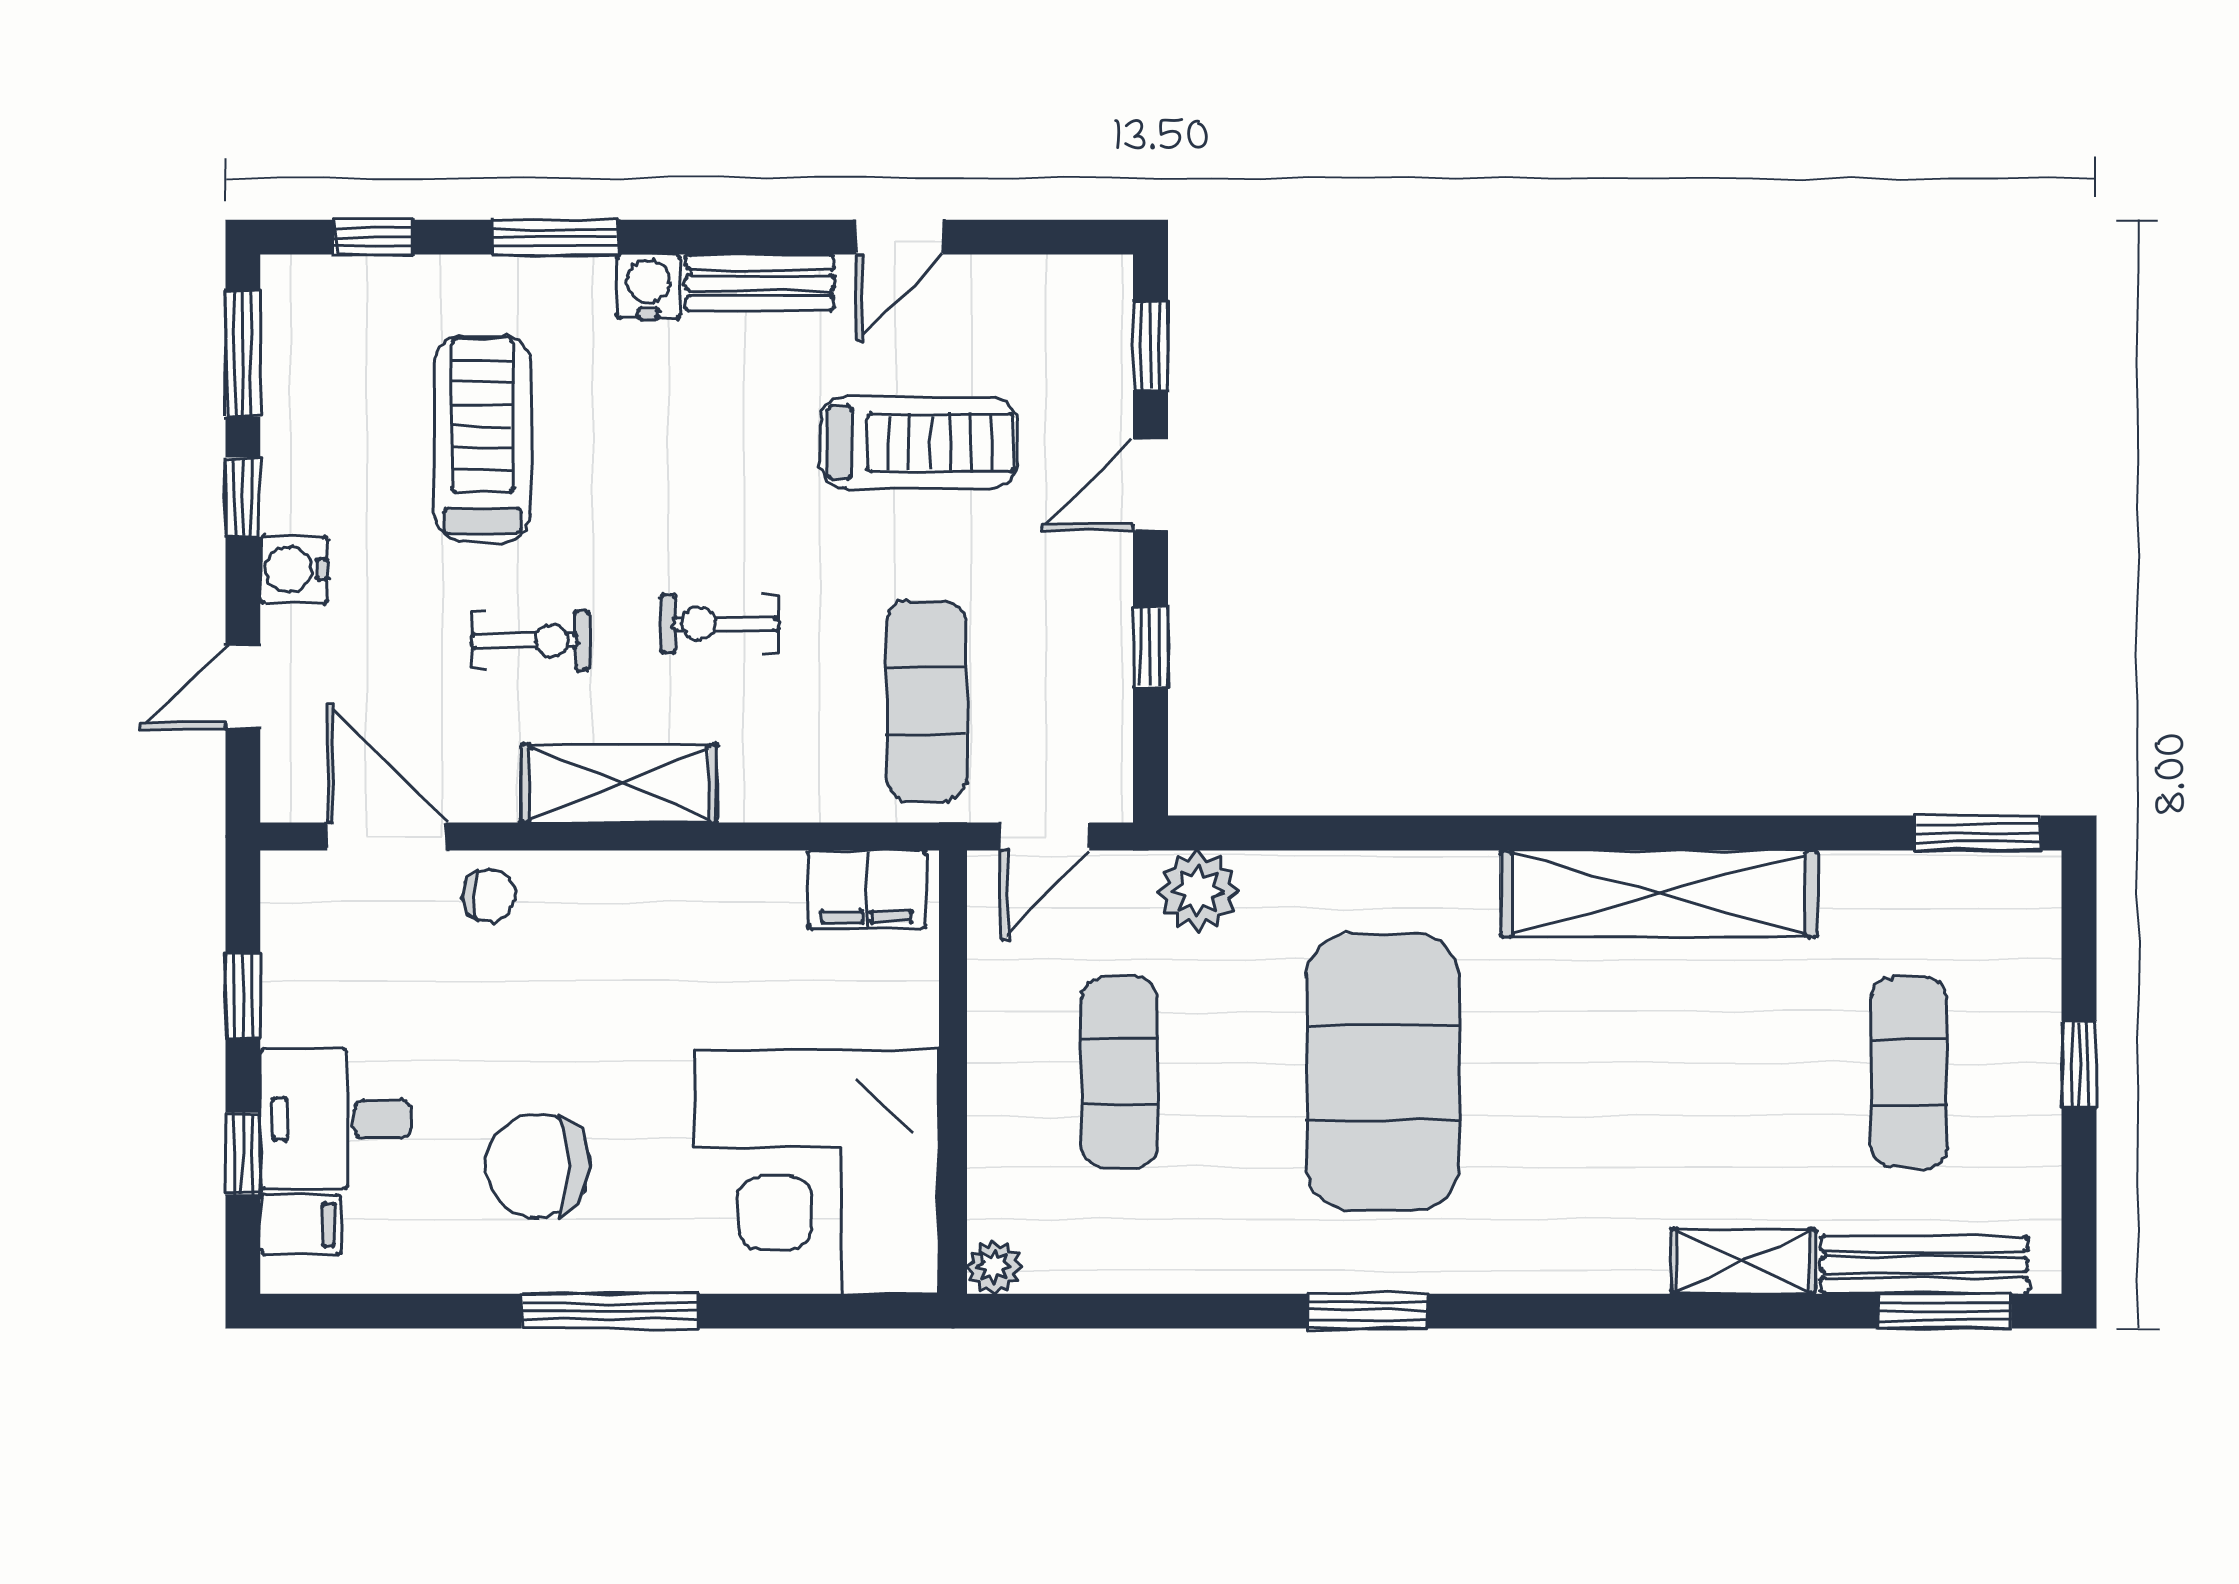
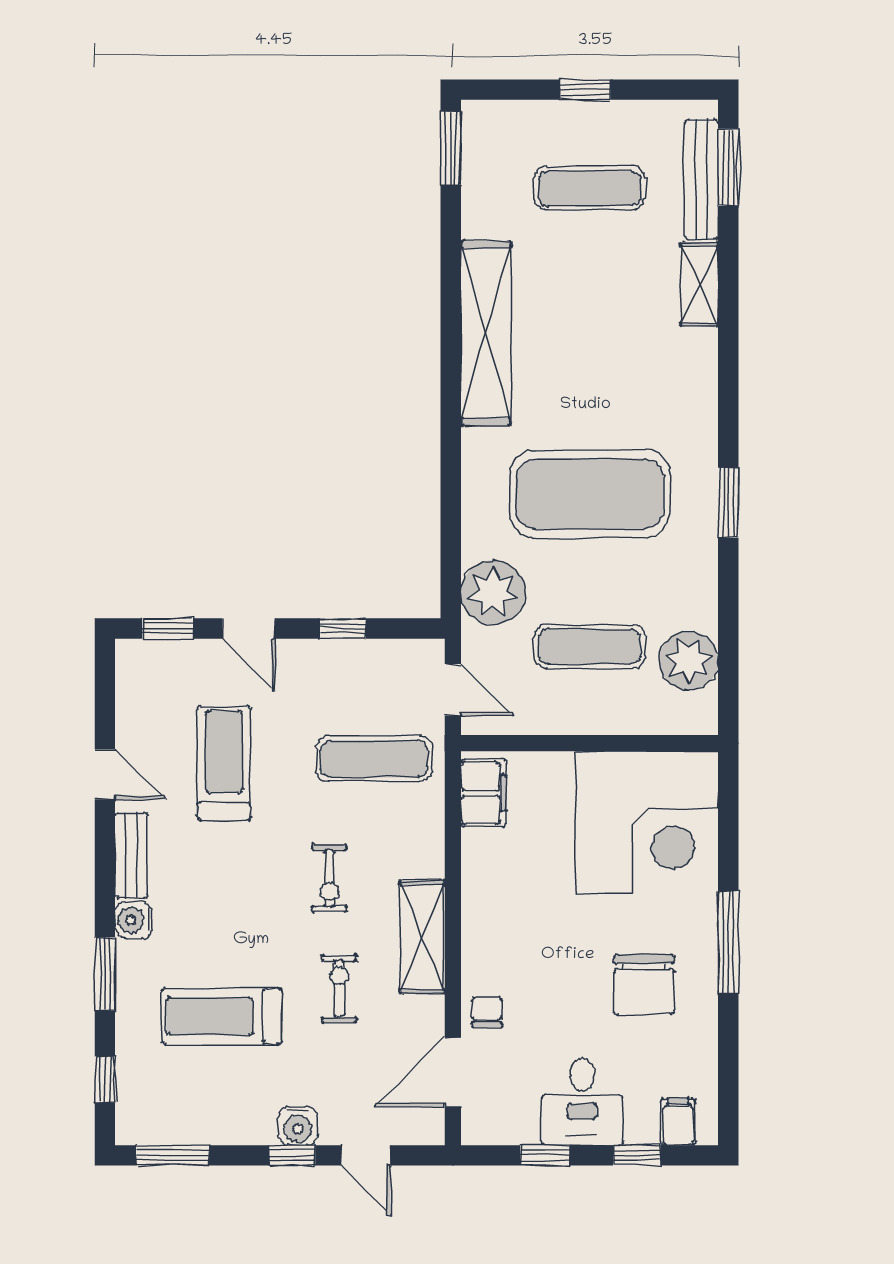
window: (243, 497) -> (292, 1155), moved
plant: (1198, 891) -> (493, 592), width x1.36, depth x1.36
desk: (336, 1119) -> (582, 1102), moved
plant: (994, 1267) -> (689, 661), moved, width x1.87, depth x1.87

